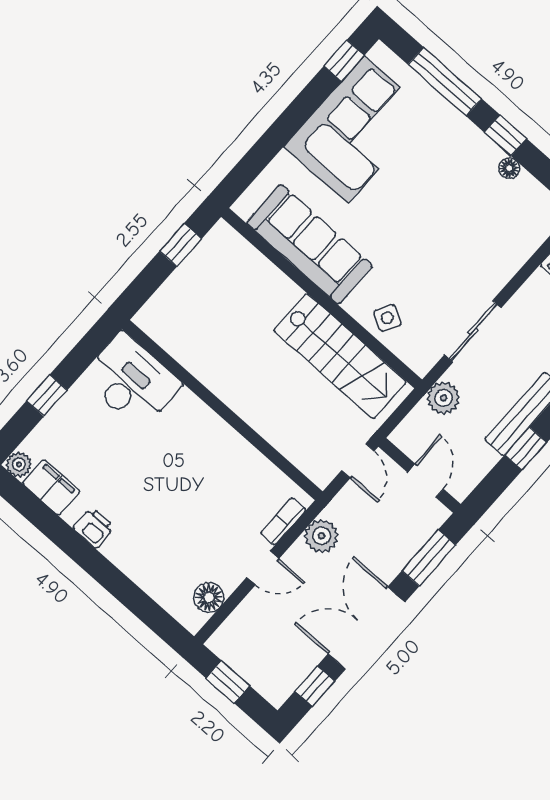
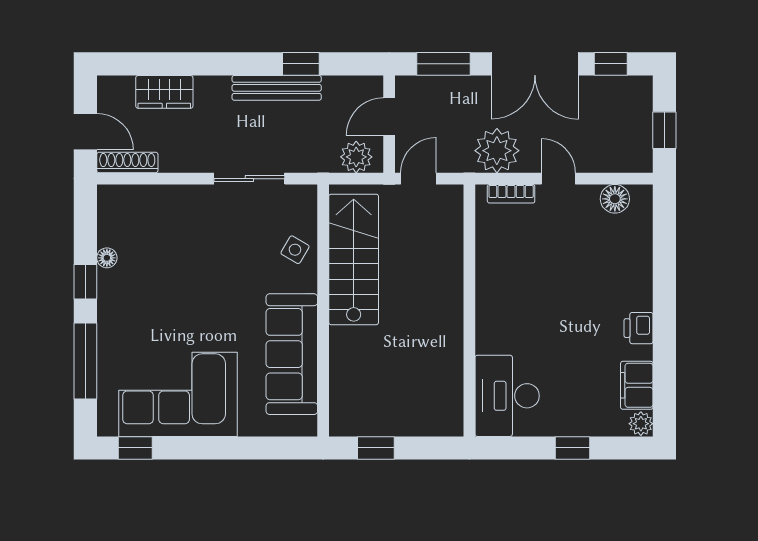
plant: (443, 398) -> (356, 157), moved
plant: (321, 536) -> (497, 151), width x1.36, depth x1.36

